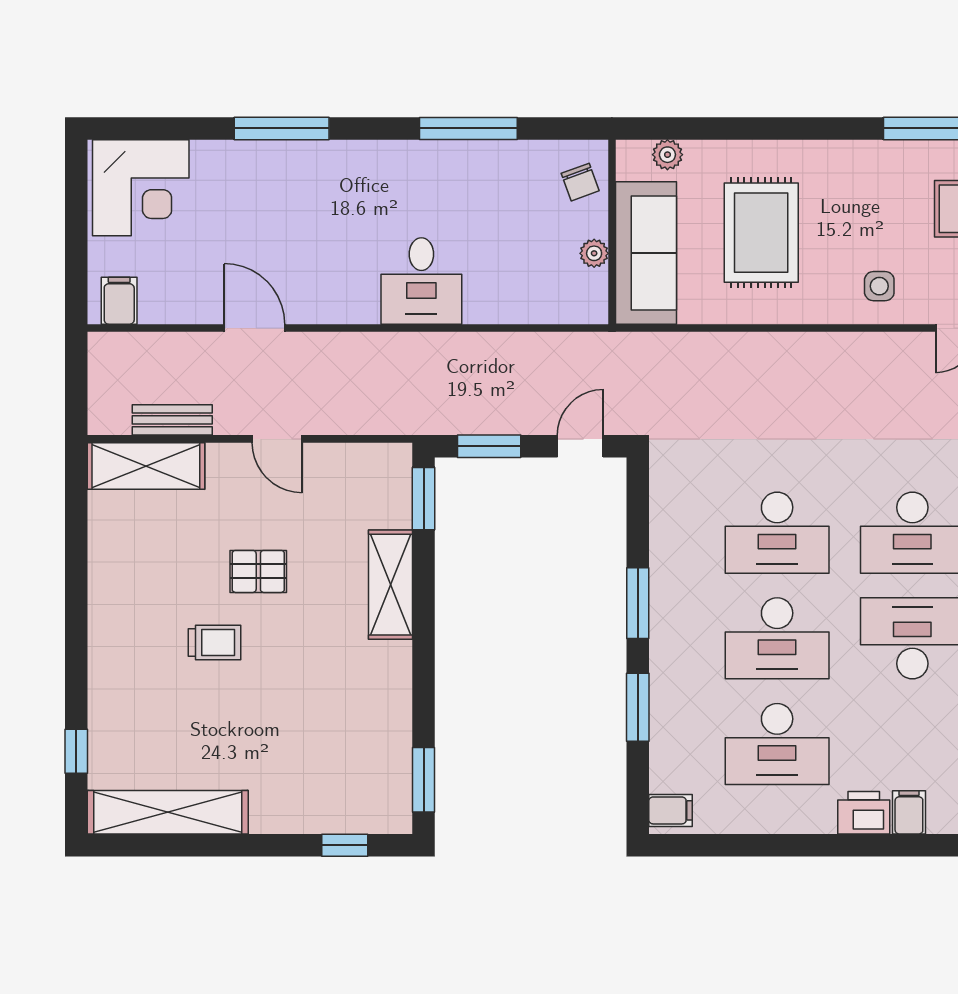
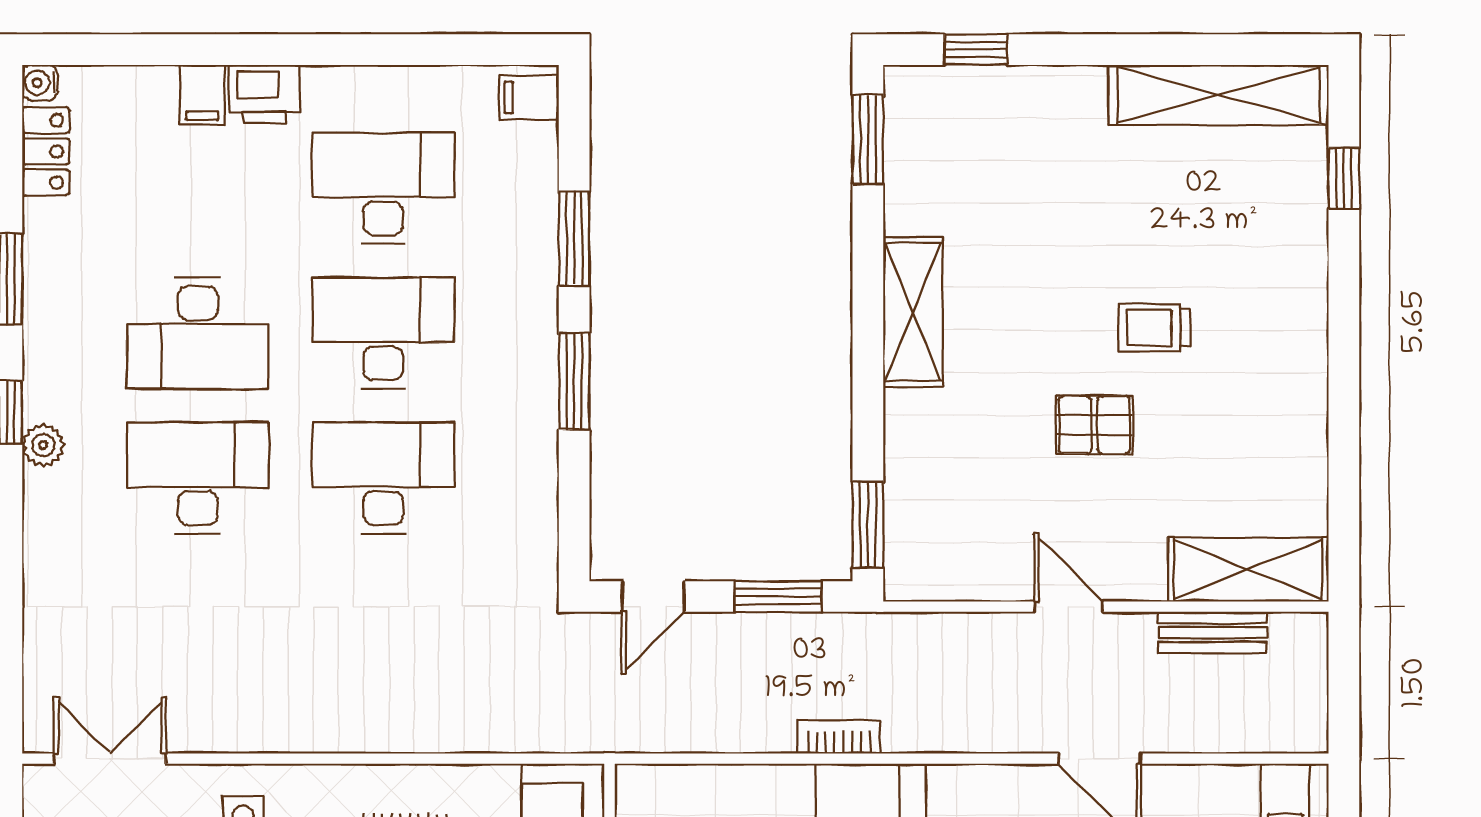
bookcase: (445, 344) -> (839, 737), added
shelving: (391, 585) -> (913, 312), moved

